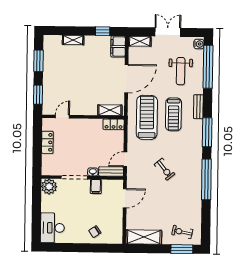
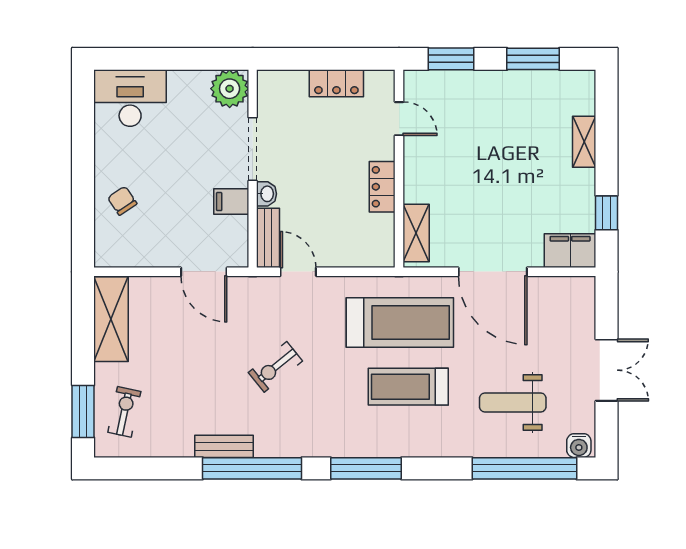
shelving: (140, 41) -> (584, 303), removed
bench: (198, 107) -> (224, 446), moved
locker: (114, 124) -> (382, 187), moved

